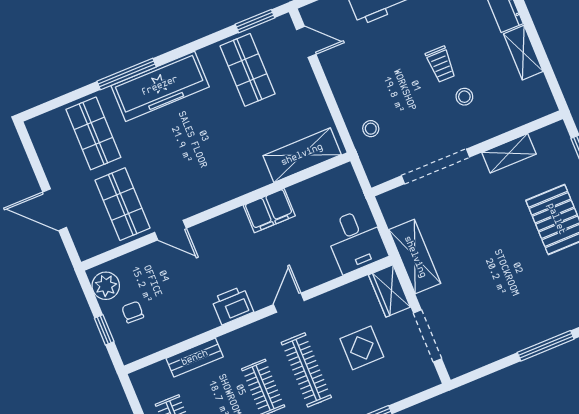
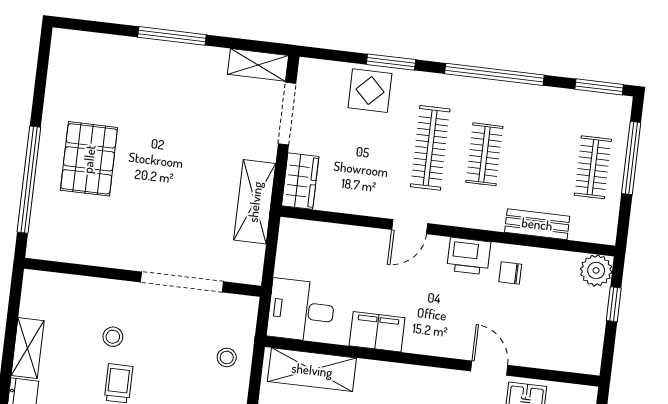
shelving: (509, 153) -> (258, 65), moved
desk: (356, 241) -> (301, 310), moved, turned -90
plant: (106, 286) -> (596, 270), moved
chair: (133, 312) -> (510, 273), moved, turned 88
display table: (362, 348) -> (370, 91), moved

